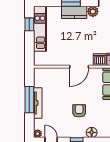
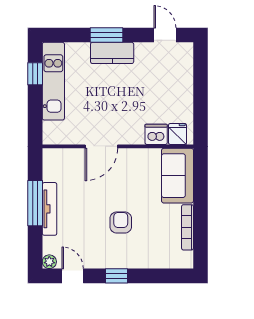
plant: (93, 11) -> (144, 52), removed
door: (79, 67) -> (101, 146), moved
floor lamp: (92, 132) -> (142, 260), removed

